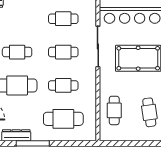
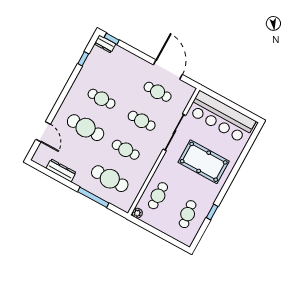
plant: (104, 136) -> (137, 213), added
window: (33, 143) -> (93, 197), moved

